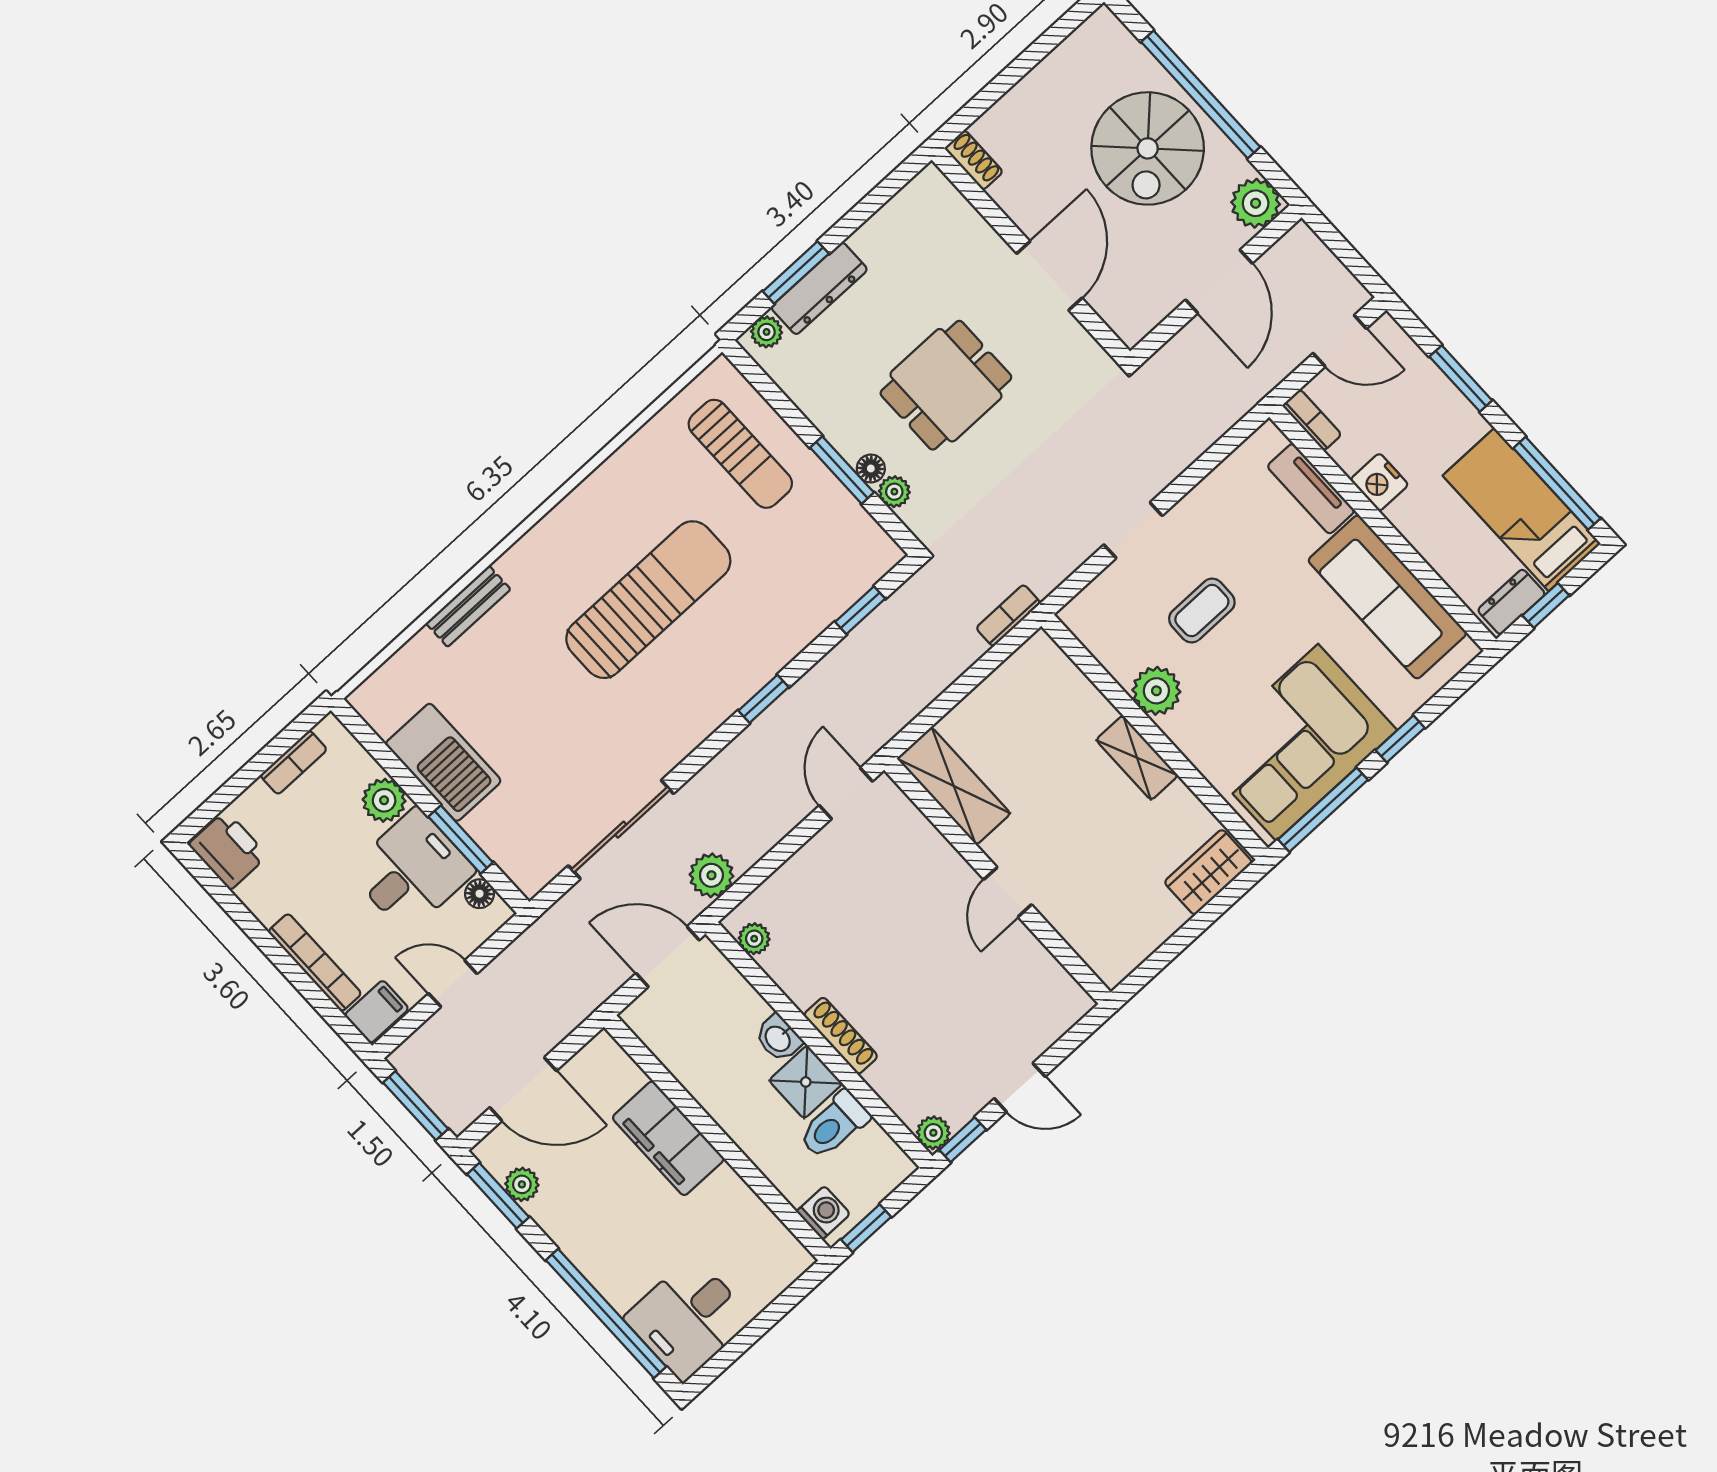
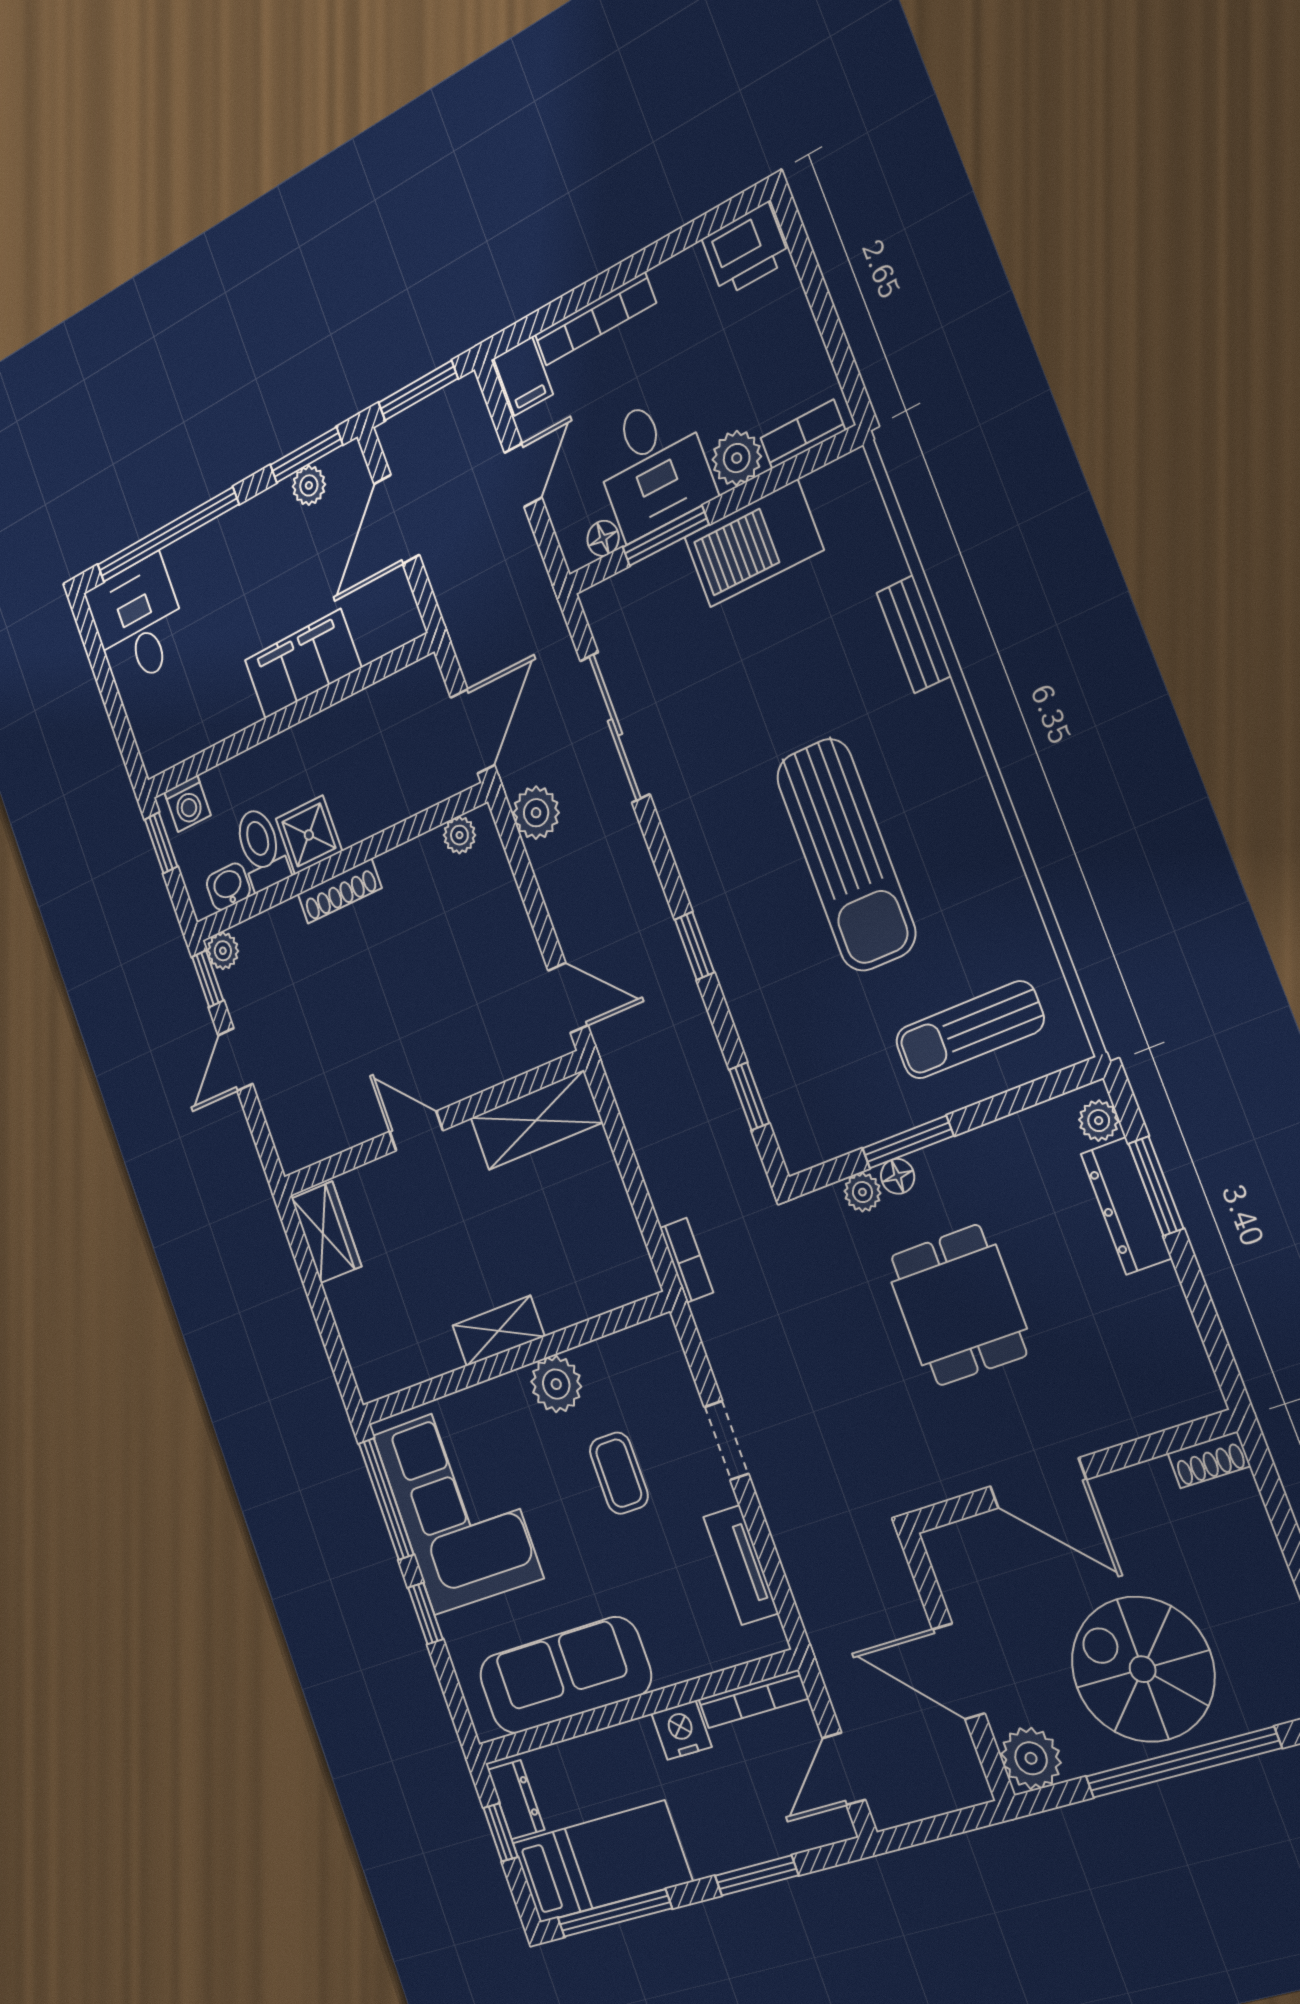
bookcase: (1312, 420) -> (753, 1699), width x1.56
tv unit: (1311, 489) -> (741, 1565), moved, turned -90
bookcase: (294, 762) -> (803, 434), moved, turned 90
wardrobe: (1208, 872) -> (326, 1232), moved
washbasin: (778, 1038) -> (228, 887), moved

